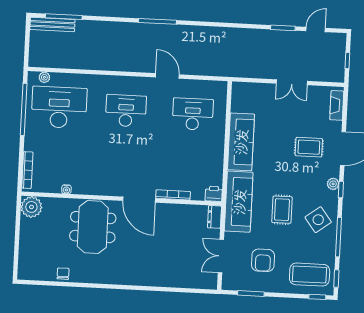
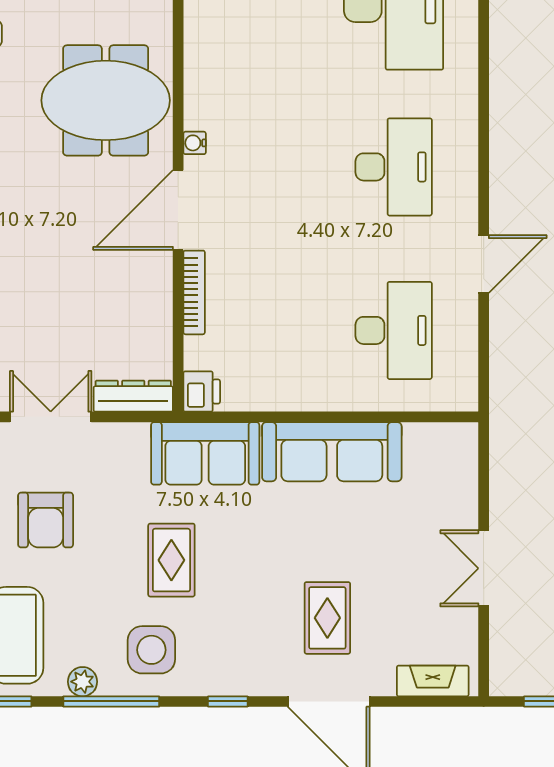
plant: (333, 184) -> (83, 682), moved
water cooler: (66, 189) -> (195, 143), moved
sofa: (239, 202) -> (205, 453), width x0.73
rug: (282, 210) -> (171, 560), turned 90
dresser: (214, 217) -> (133, 396), width x1.44
side table: (318, 220) -> (151, 650), turned 37
armchair: (263, 260) -> (46, 520), turned -90

